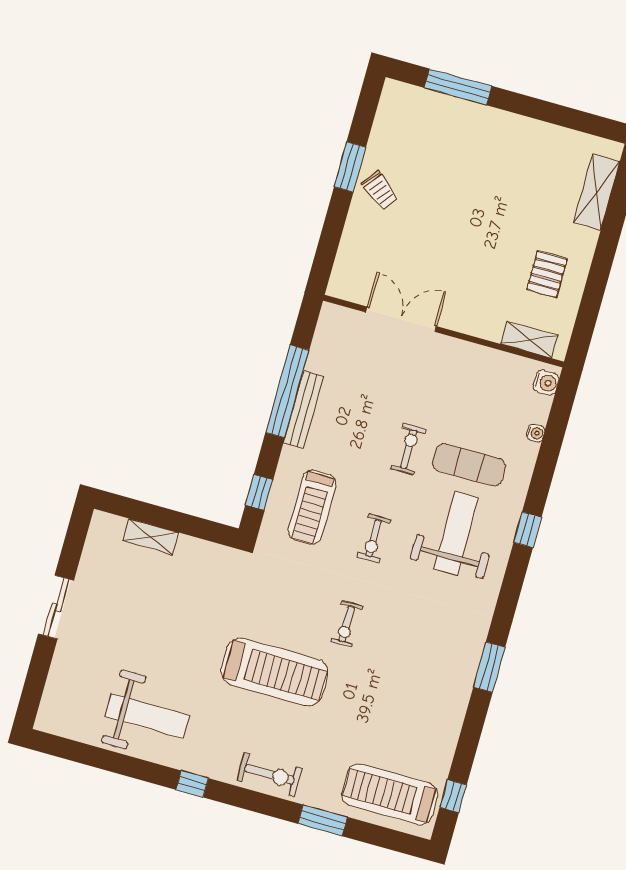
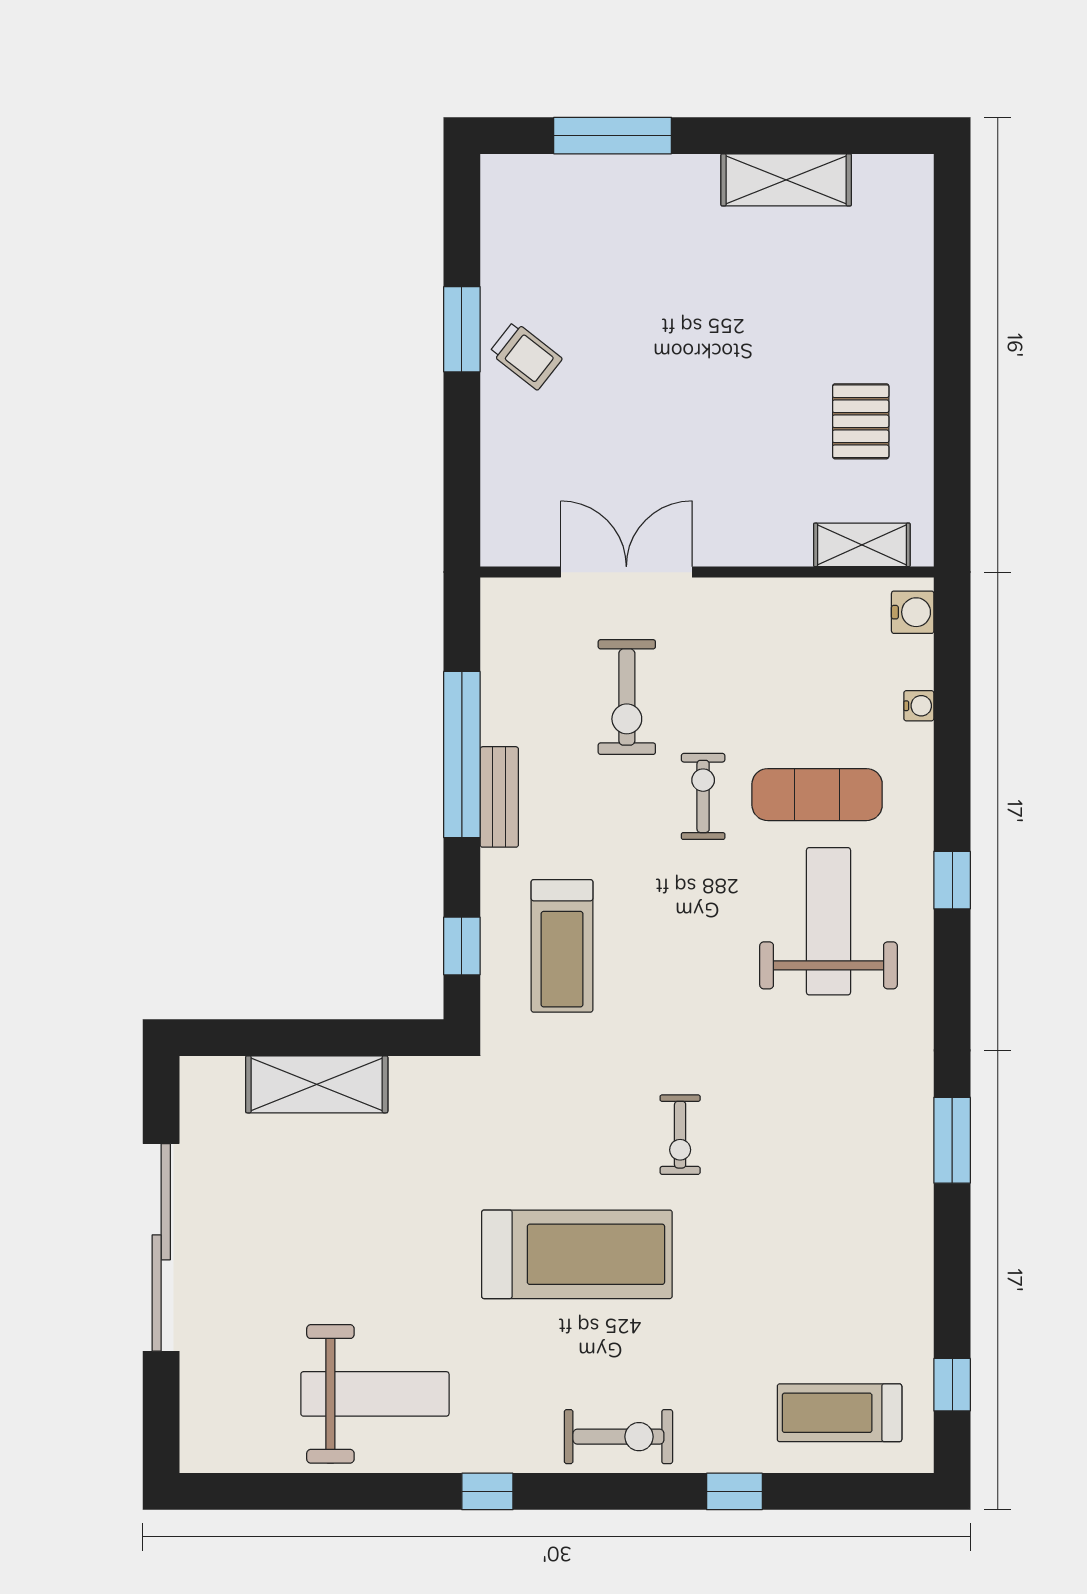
shelving: (597, 192) -> (786, 180), moved, turned 90
bench: (304, 410) -> (499, 797), width x0.73
shelving: (151, 537) -> (317, 1084), width x1.50, depth x1.33
exercise bike: (374, 538) -> (627, 697), moved, width x1.38, depth x1.39
sliding door: (56, 607) -> (161, 1247), width x1.86
treadmill: (390, 794) -> (840, 1413), width x0.73, depth x0.73
window: (323, 820) -> (734, 1491), width x0.67

